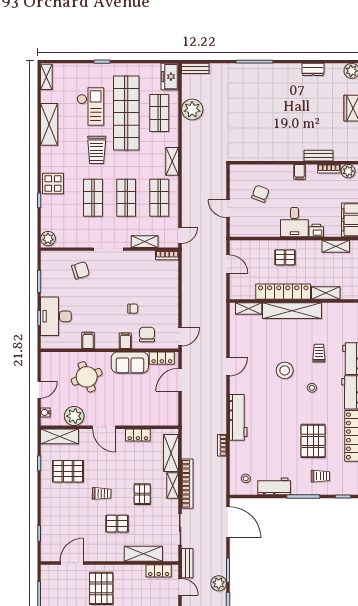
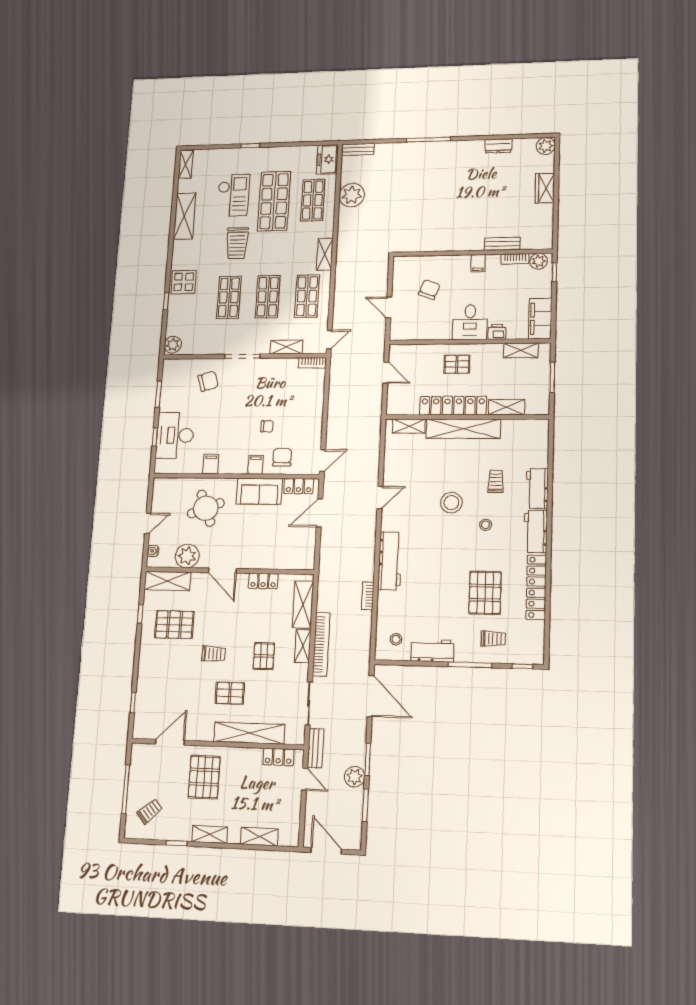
shop shelf: (126, 113) -> (274, 201), width x0.71
shelving: (143, 554) -> (249, 733), width x1.47

